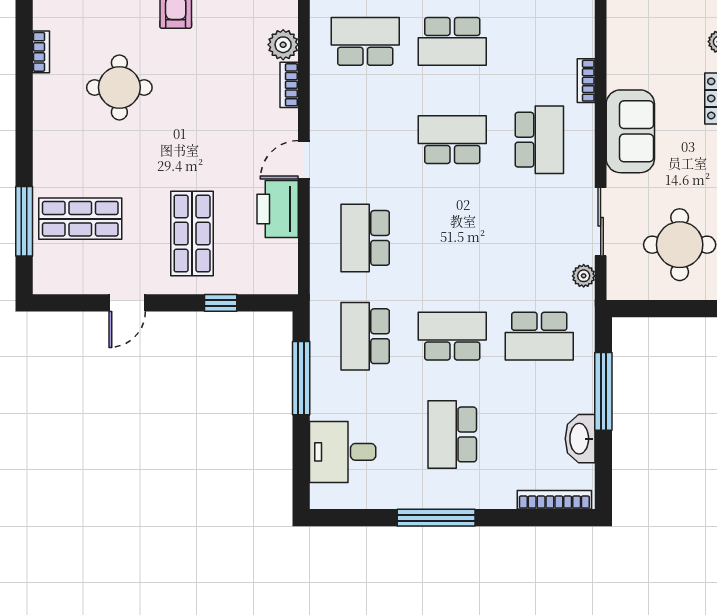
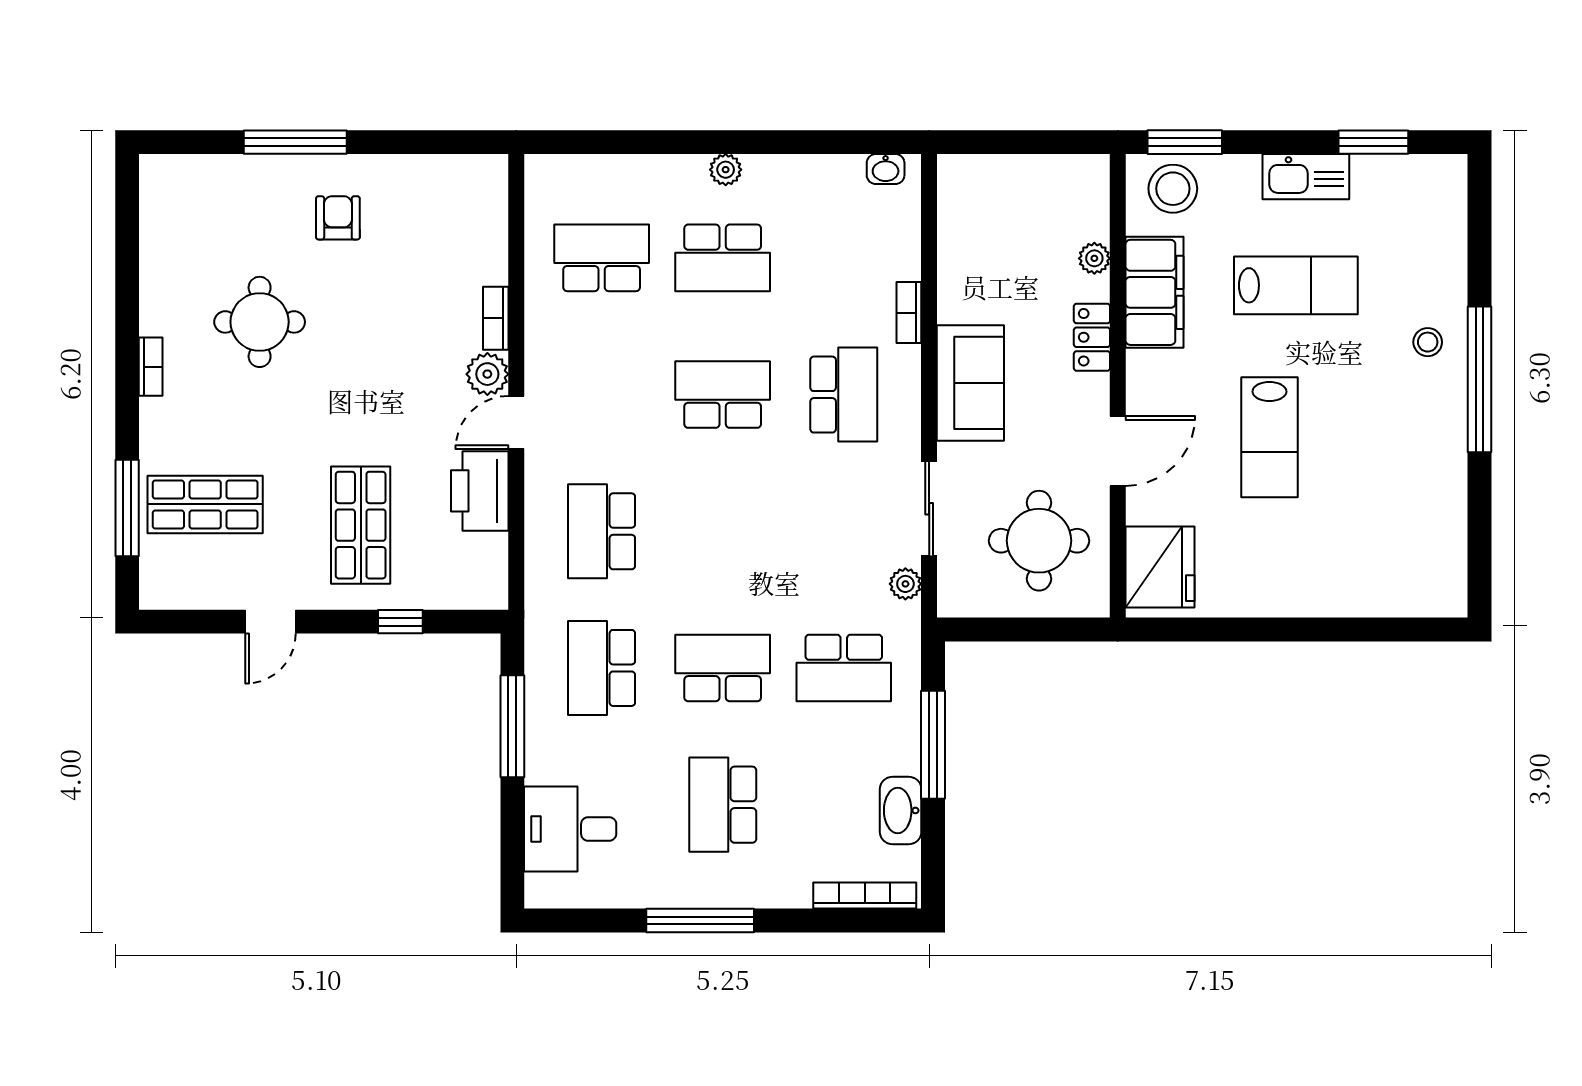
plant: (283, 45) -> (487, 374), moved
bookcase: (41, 52) -> (151, 367), moved

